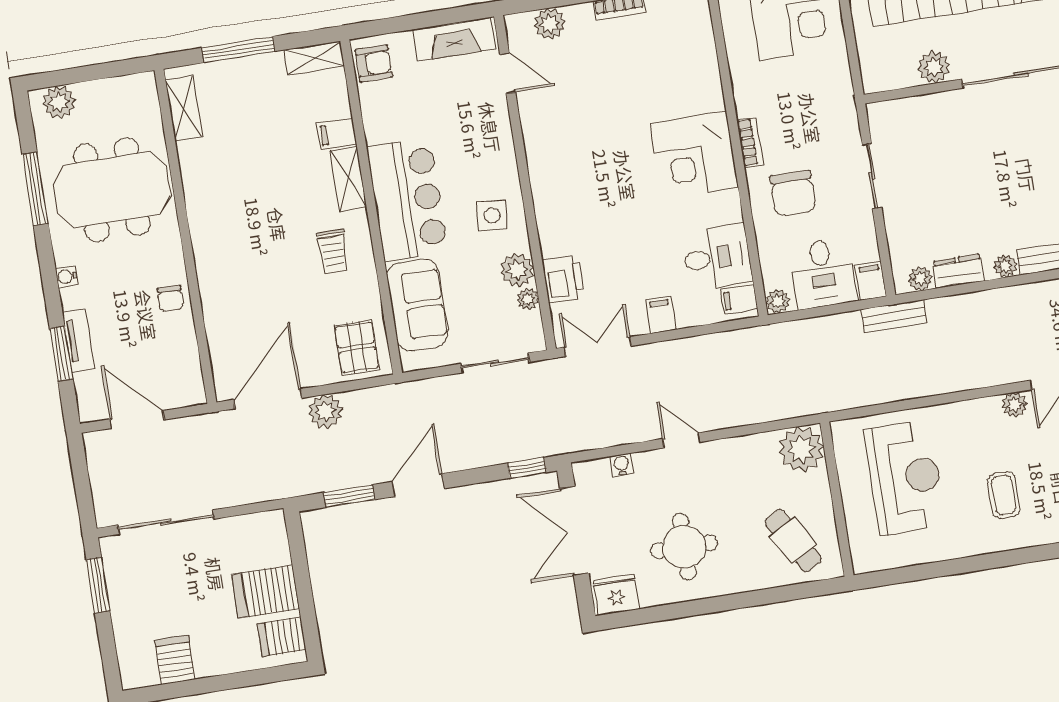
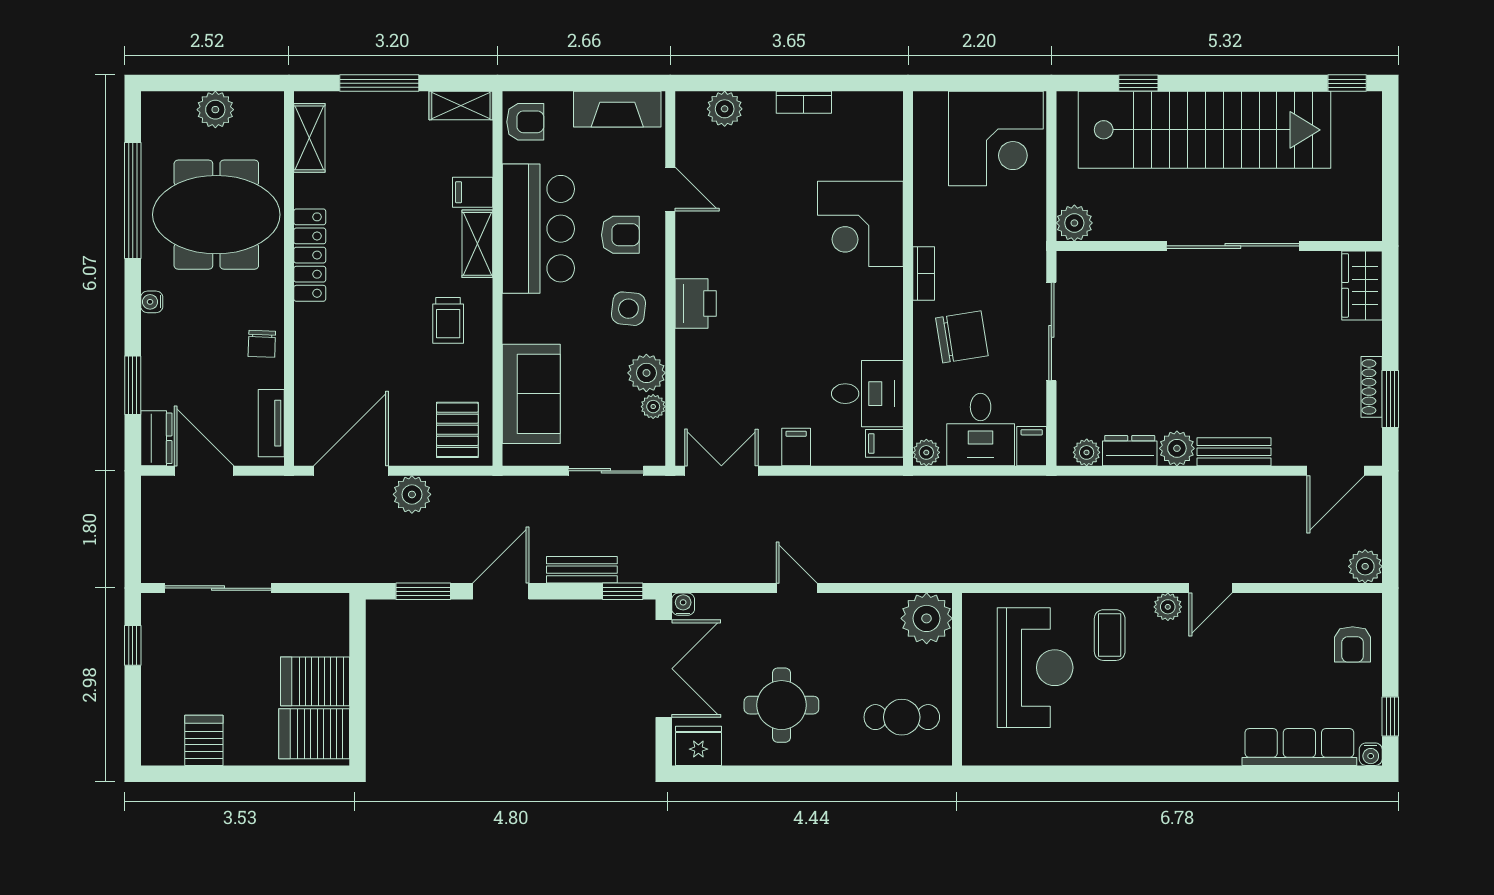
plant: (934, 67) -> (1074, 223), moved
door: (508, 73) -> (670, 189), moved
plant: (59, 102) -> (215, 110), moved
armchair: (474, 151) -> (620, 235), added
corner desk: (694, 155) -> (860, 224), moved
sliding door: (872, 176) -> (1051, 331), width x1.37
window: (35, 189) -> (133, 200), width x1.46
chair: (793, 193) -> (962, 337), turned -99
bar counter: (407, 200) -> (538, 229), moved
locker: (201, 213) -> (310, 255), added
plant: (1005, 266) -> (1177, 448), width x1.38, depth x1.38
printer: (564, 279) -> (696, 304), moved
bench: (894, 316) -> (582, 570), moved
tv unit: (78, 340) -> (271, 423), moved, turned 180
dresser: (90, 397) -> (156, 438), added
water cooler: (621, 465) -> (683, 604), moved
coffee table: (1004, 495) -> (1110, 635), moved
double door: (574, 531) -> (664, 669), swing flipped
cafe table: (793, 541) -> (902, 717), turned -60
window: (98, 585) -> (133, 645), width x0.67
server rack: (282, 637) -> (314, 734), width x1.36, depth x1.44

